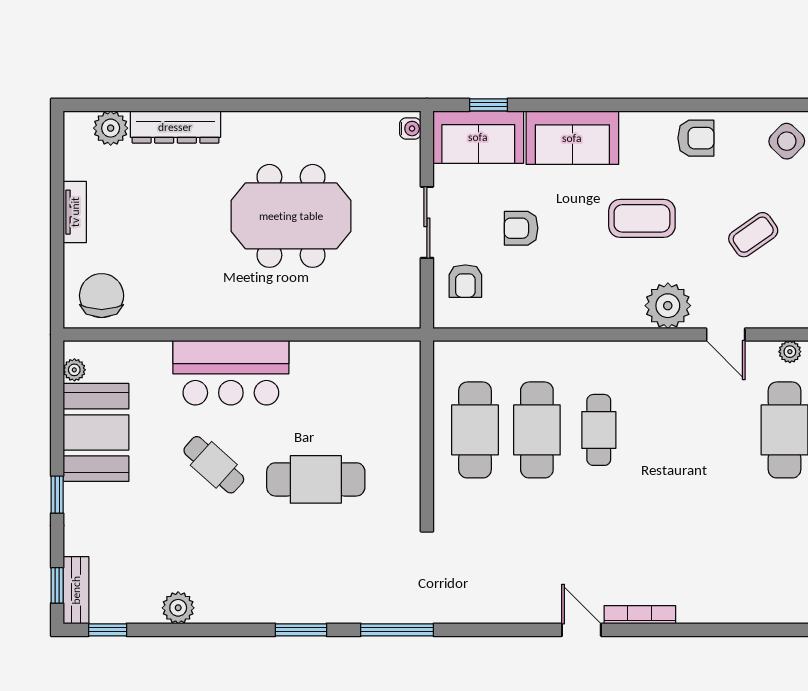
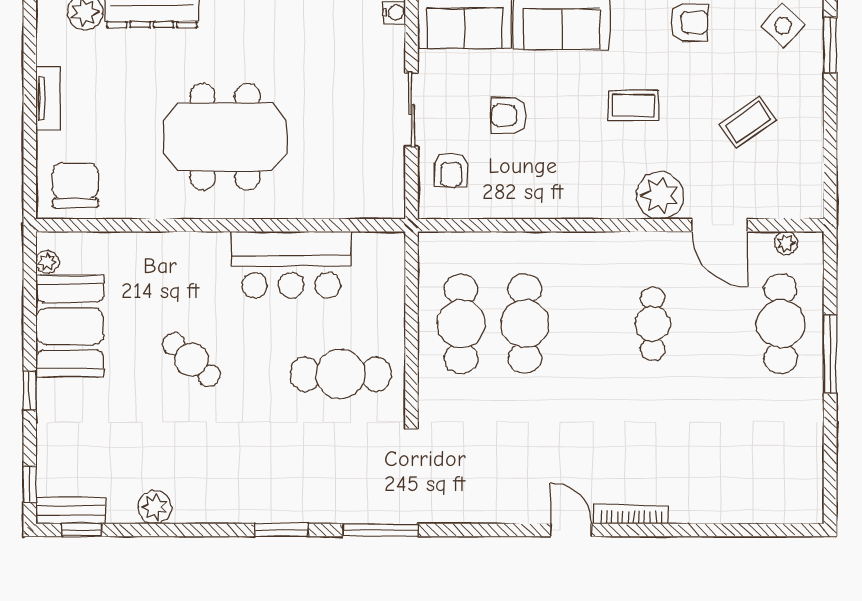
meeting table: (291, 216) -> (225, 137), moved
coffee table: (642, 218) -> (633, 105), width x0.73, depth x0.77
door: (726, 335) -> (720, 225), width x1.38
bar counter: (231, 373) -> (291, 265), moved
cafe table: (599, 430) -> (653, 324), moved
cafe table: (316, 479) -> (341, 374), moved
bench: (76, 590) -> (70, 511), moved, turned 90

